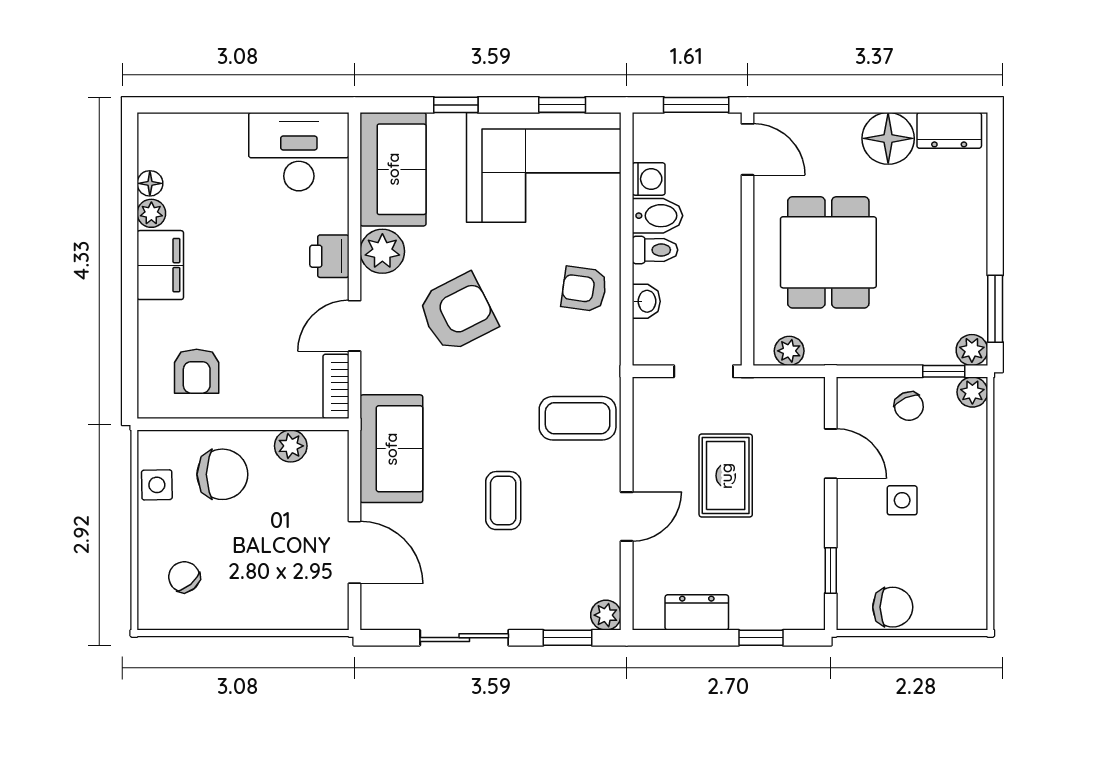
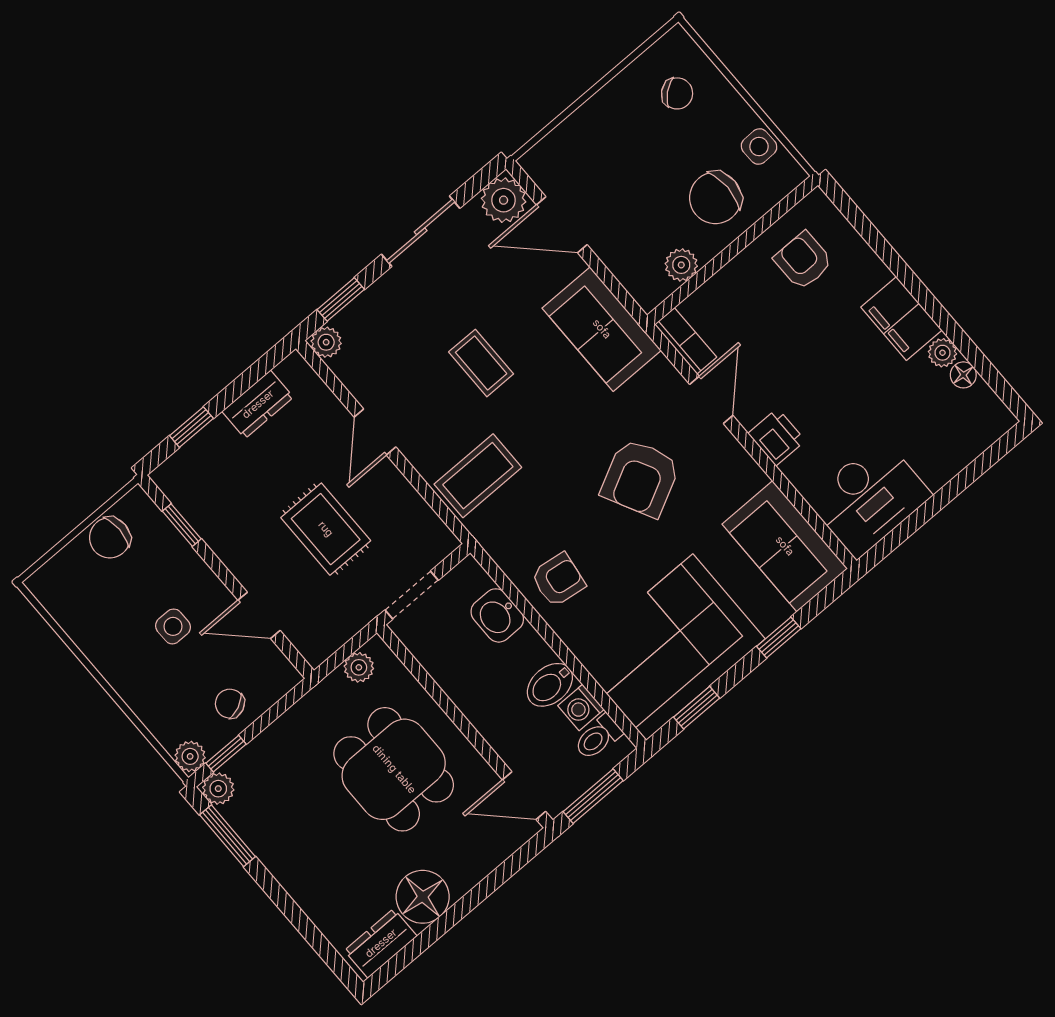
toilet: (655, 250) -> (598, 737), moved
plant: (382, 251) -> (504, 200), moved
washbasin: (646, 301) -> (497, 615), width x1.38, depth x1.45

